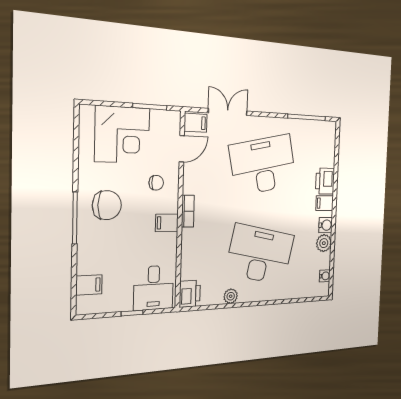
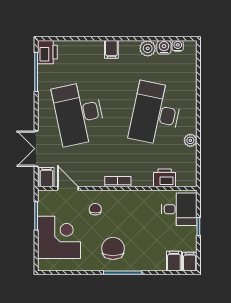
printer: (325, 181) -> (47, 52), moved, turned -90
filing cabinet: (167, 223) -> (190, 262), moved, turned 180
water cooler: (326, 225) -> (164, 47), moved
printer: (190, 294) -> (165, 178), moved

